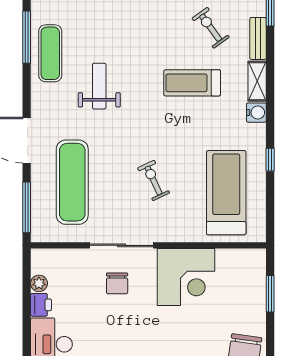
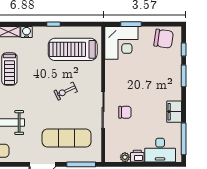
corner desk: (186, 277) -> (121, 43), moved, turned 90

